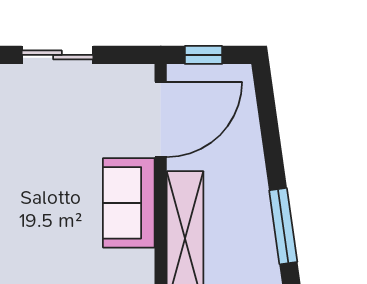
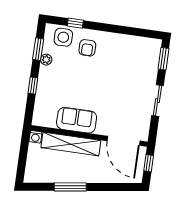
sofa: (129, 203) -> (77, 120), moved

